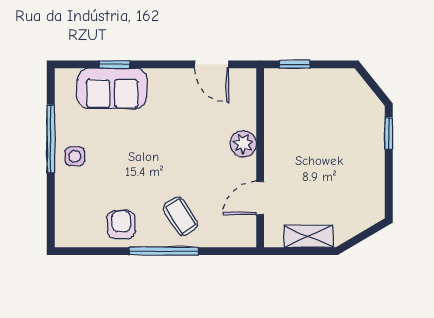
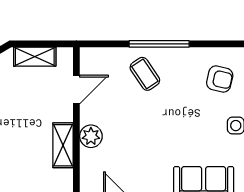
shelving: (276, 133) -> (63, 145), added
armchair: (121, 225) -> (220, 79), moved, turned -77

